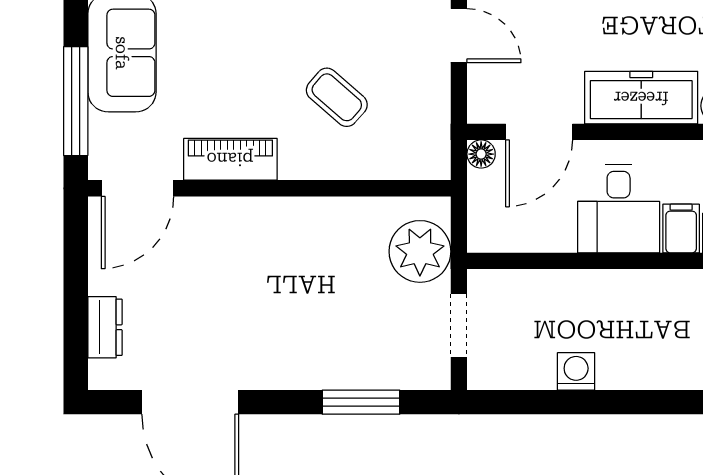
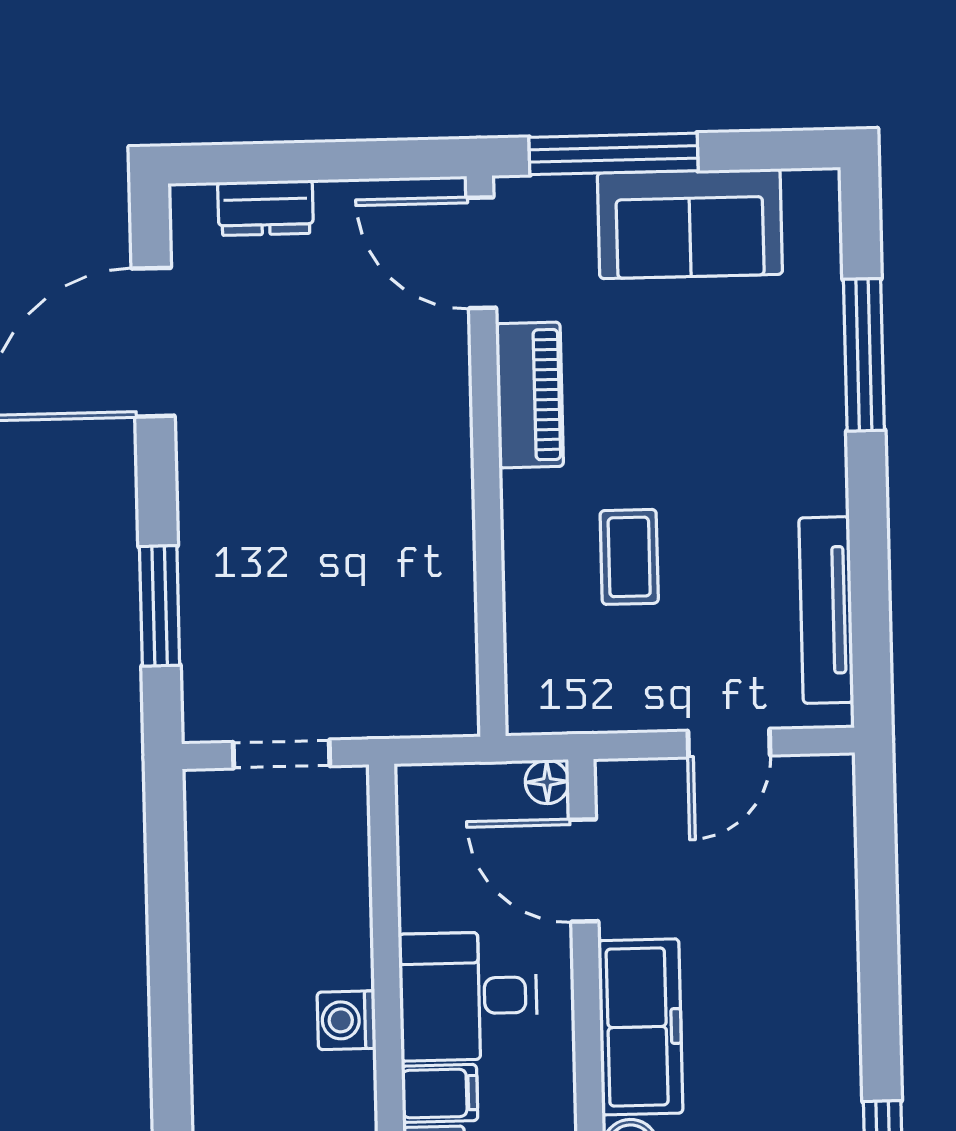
coffee table: (337, 97) -> (629, 557), turned -41
plant: (420, 251) -> (394, 691), removed
washing machine: (576, 371) -> (347, 1020), moved, turned 180

